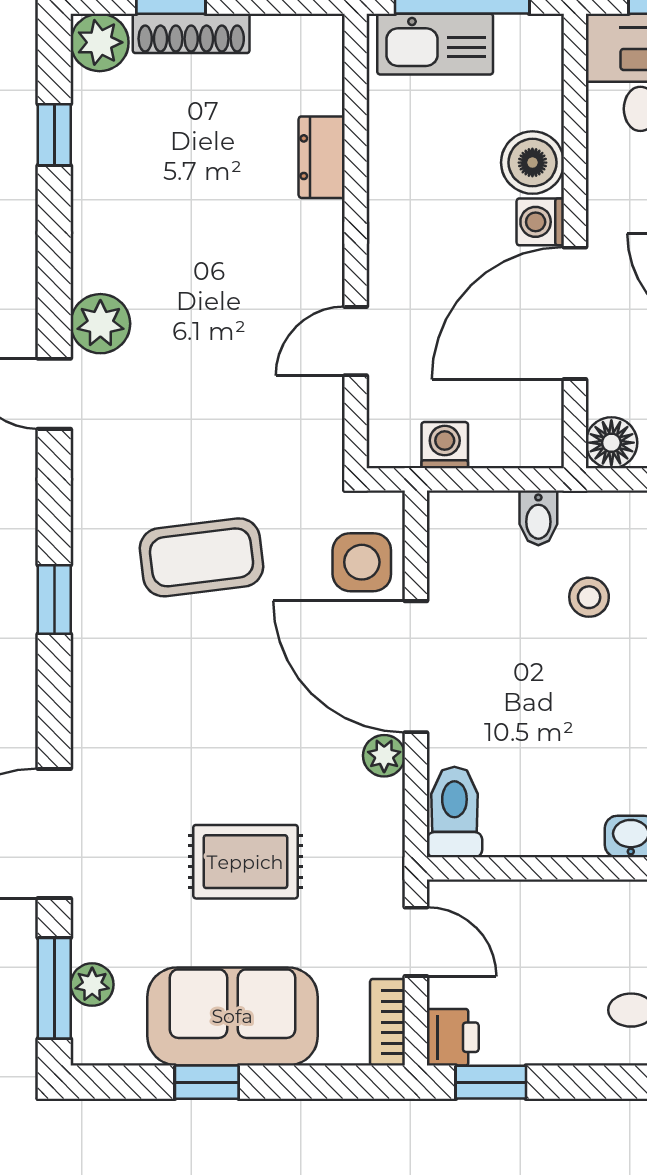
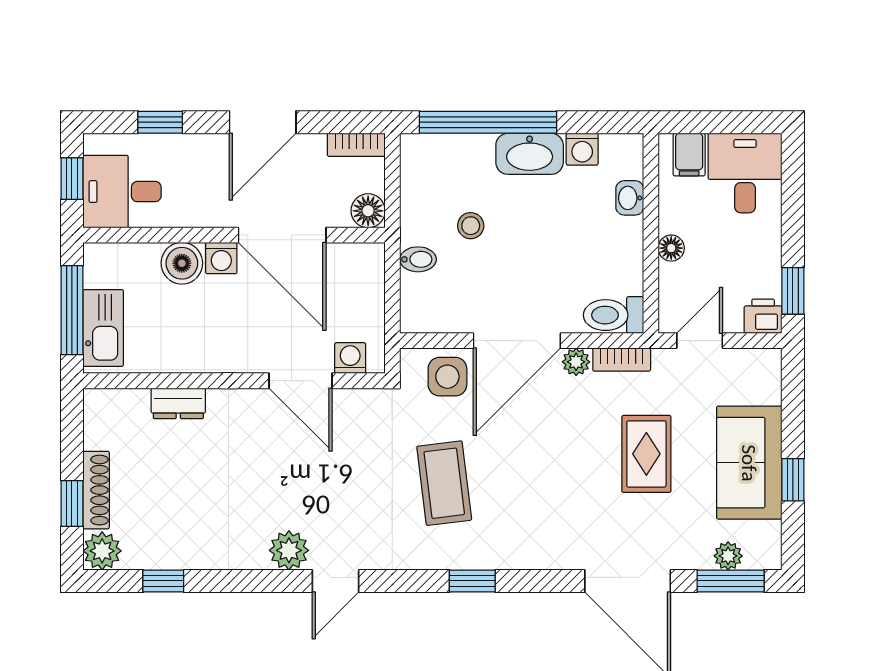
door: (356, 341) -> (301, 381), width x1.38
washing machine: (445, 445) -> (350, 358), moved, turned 90
floor lamp: (555, 899) -> (671, 248), added
bookcase: (388, 1022) -> (622, 360), moved

